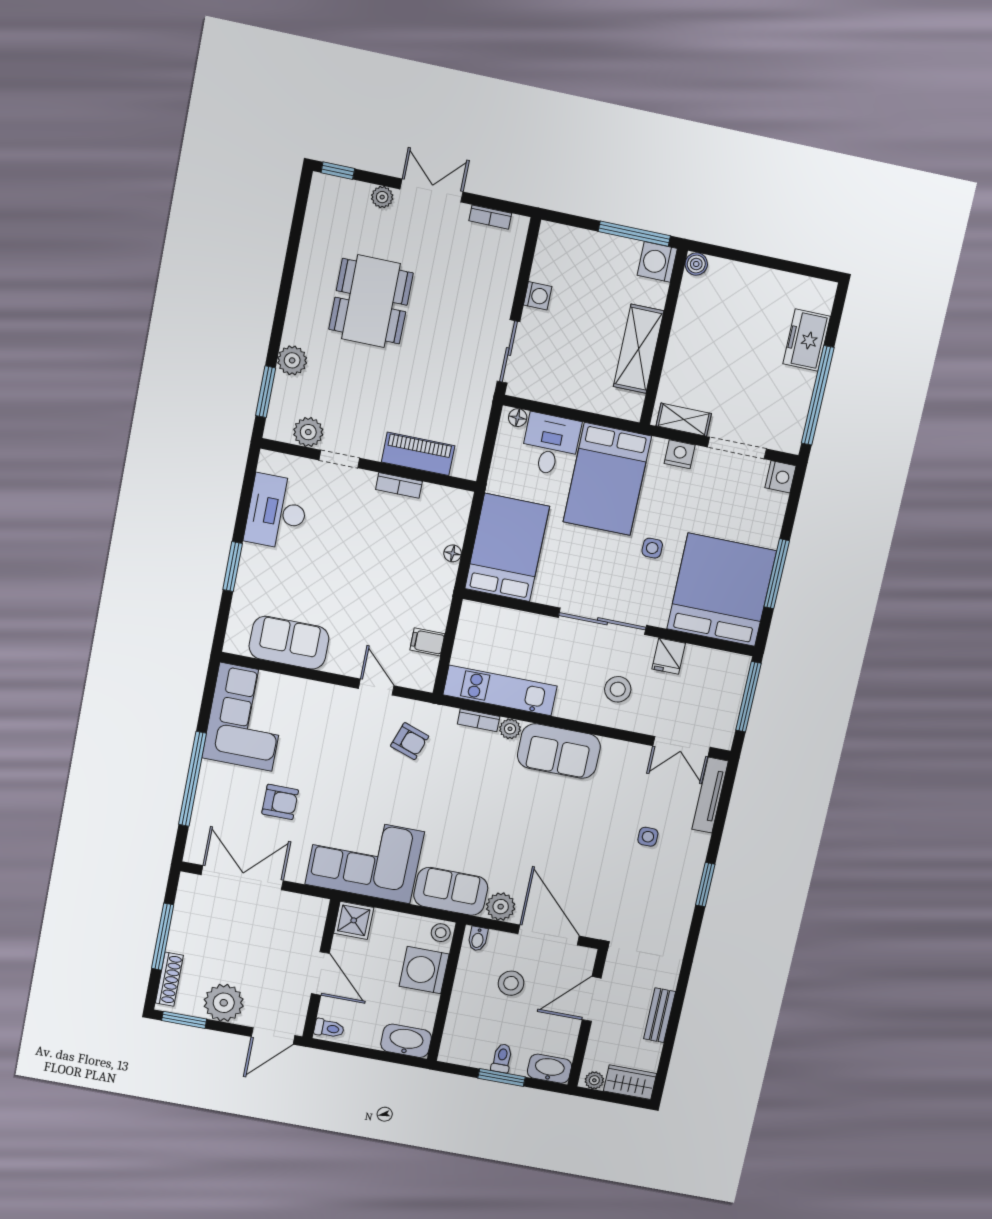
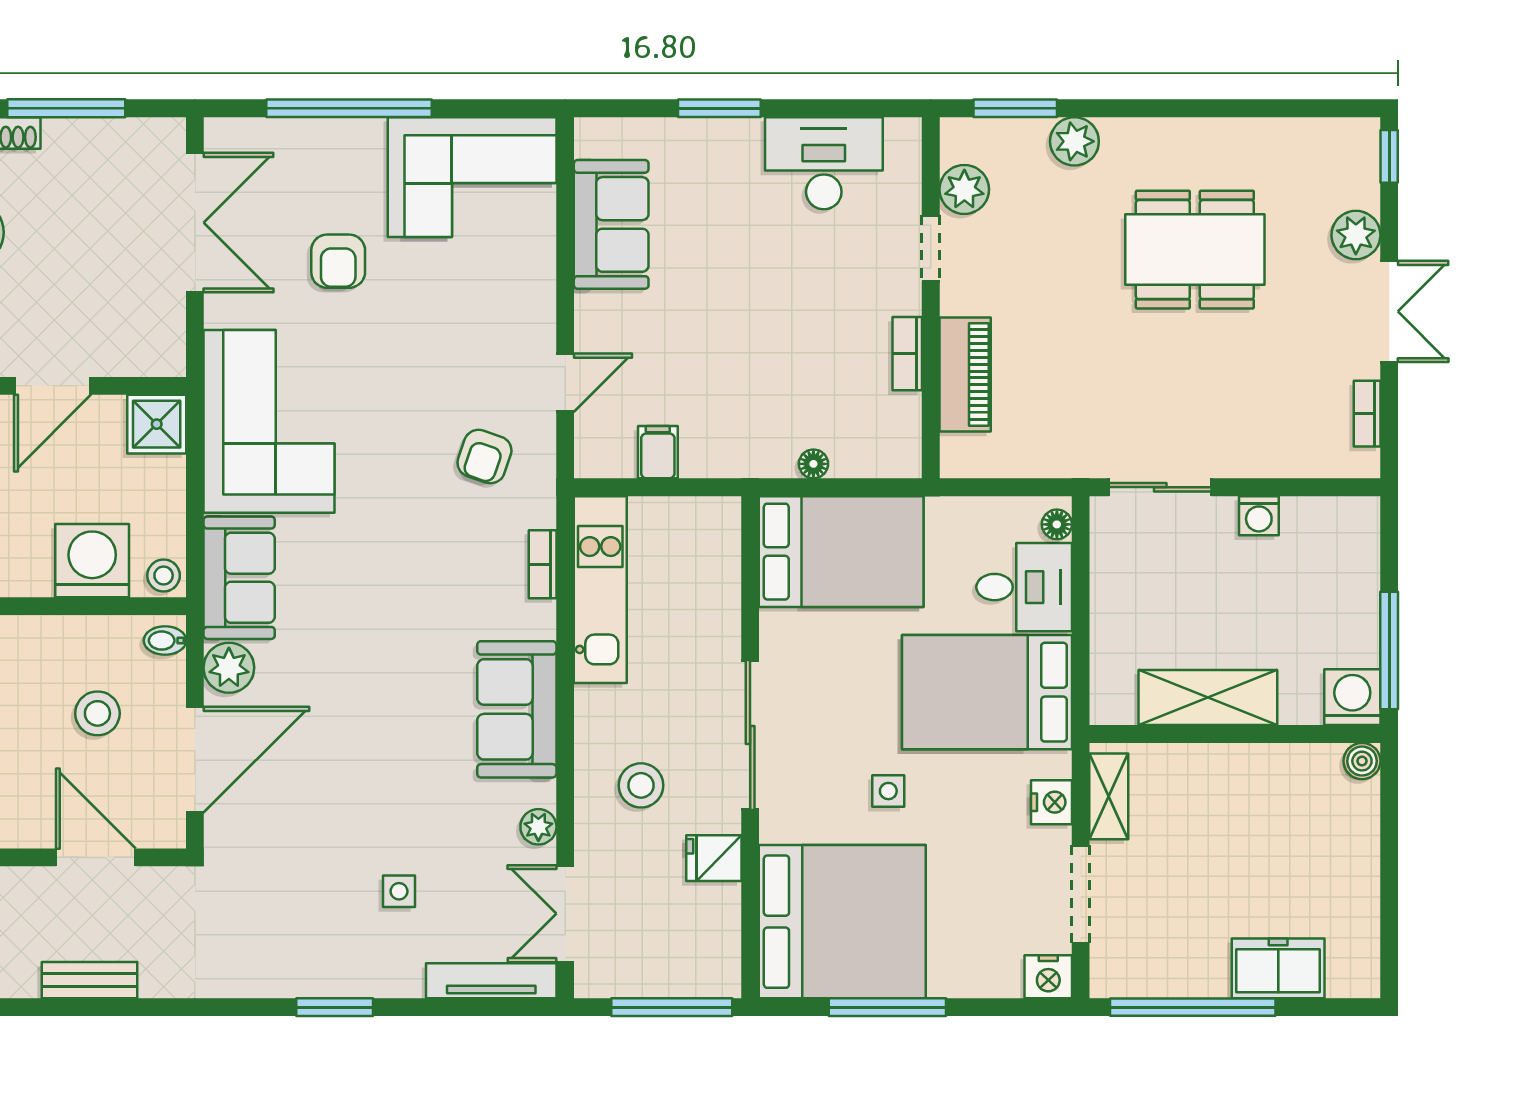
plant: (382, 197) -> (1356, 235), width x1.38, depth x1.38
plant: (510, 729) -> (538, 827), moved

